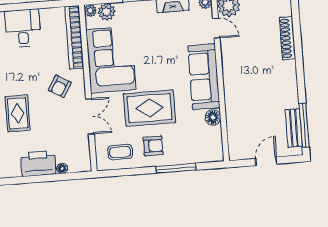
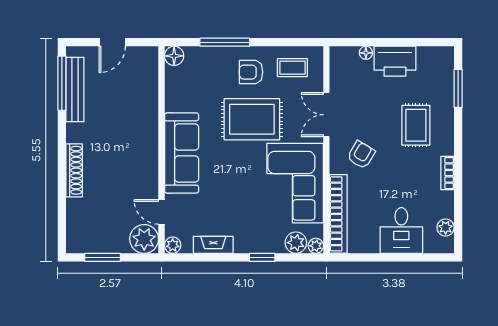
shoe rack: (287, 38) -> (74, 170), moved
floor lamp: (213, 117) -> (174, 56), moved
bench: (294, 128) -> (75, 89), width x1.36

